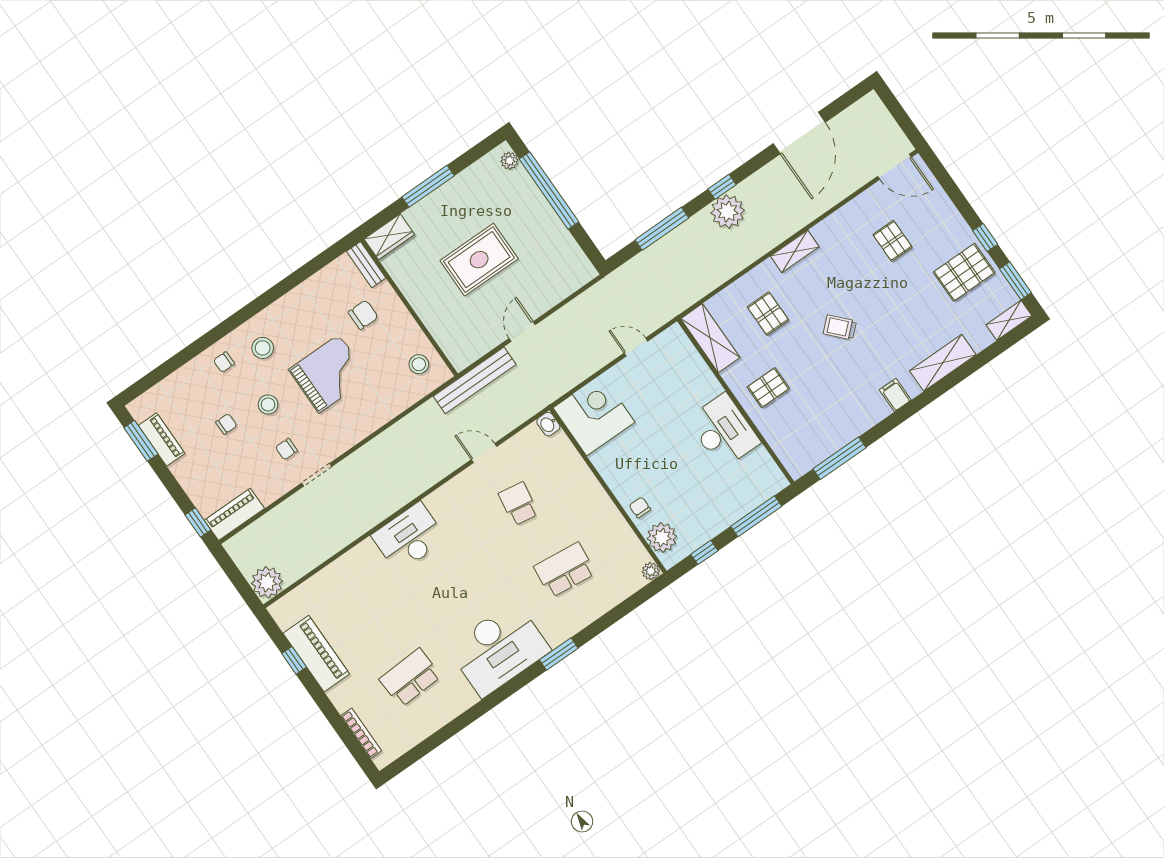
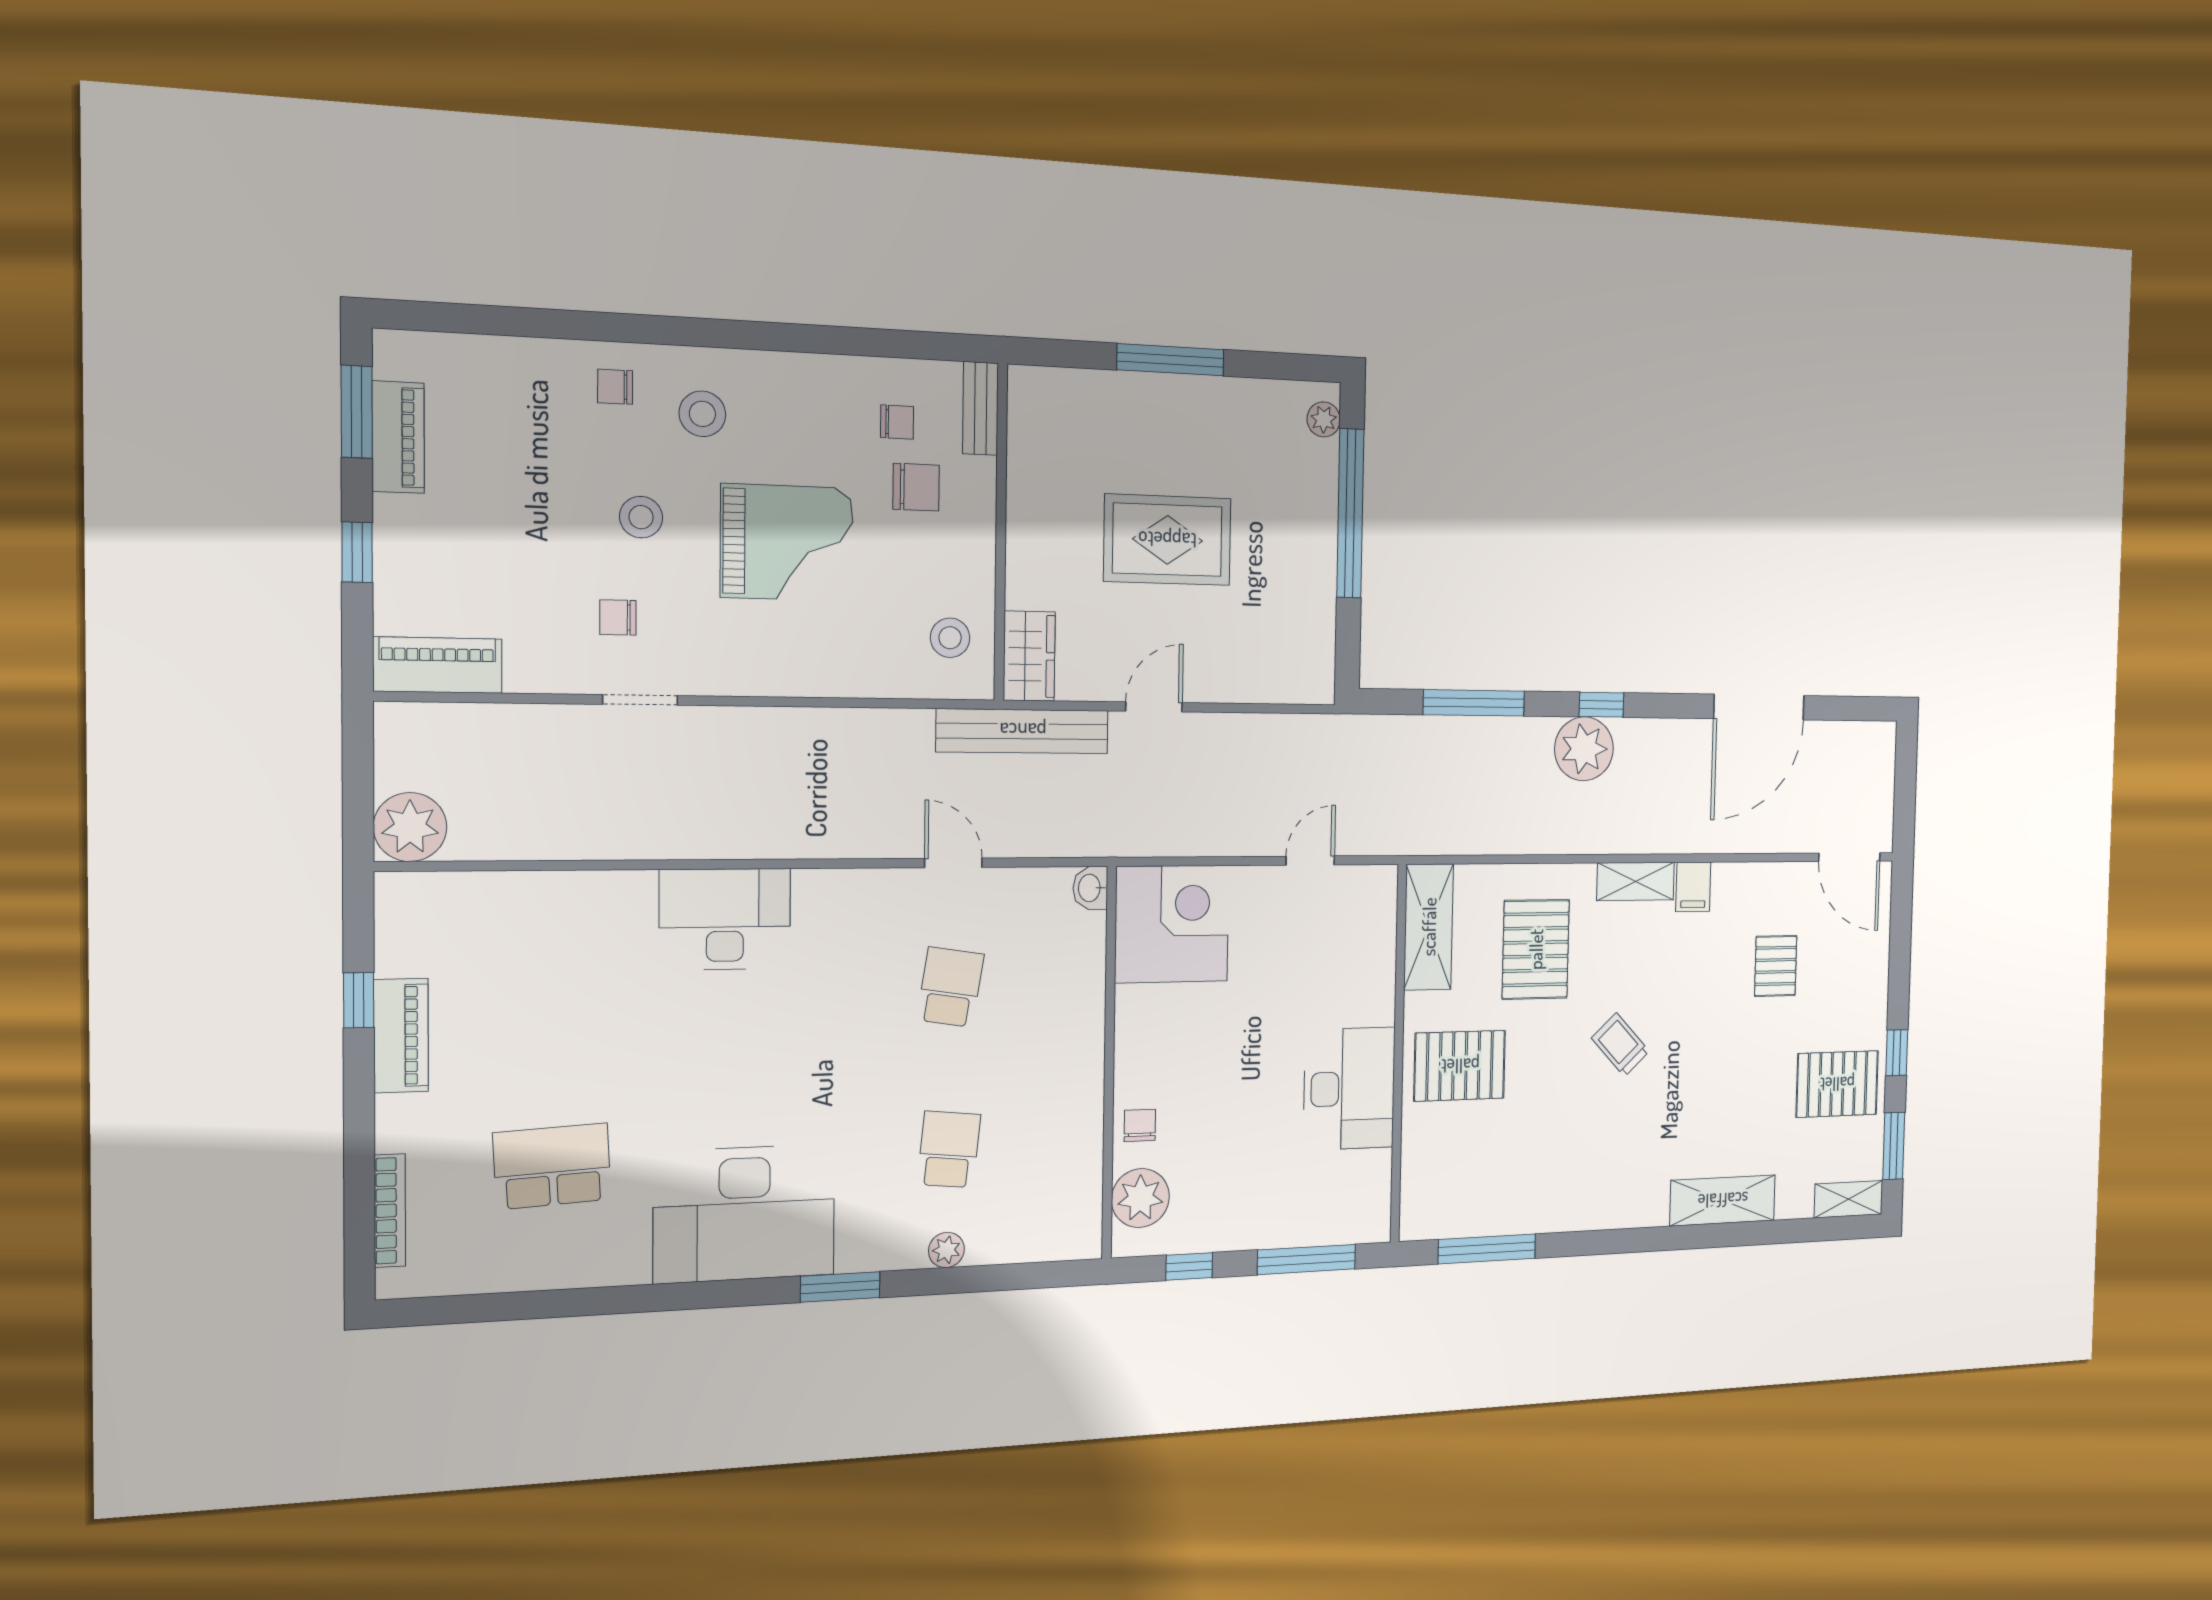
wardrobe: (389, 237) -> (1029, 656), moved, turned -90
pallet: (768, 314) -> (1536, 949), width x1.50, depth x1.42
door: (636, 347) -> (1310, 861), hinge flipped
pallet: (768, 388) -> (1460, 1066), width x1.50, depth x1.42
filing cabinet: (895, 395) -> (1693, 887), moved, turned 180
chair: (226, 424) -> (897, 422), moved
window: (198, 522) -> (357, 552), moved
school desk: (565, 570) -> (949, 1149), width x0.54
plant: (651, 571) -> (946, 1250), moved
piano: (316, 654) -> (401, 1036), width x0.73, depth x0.75

